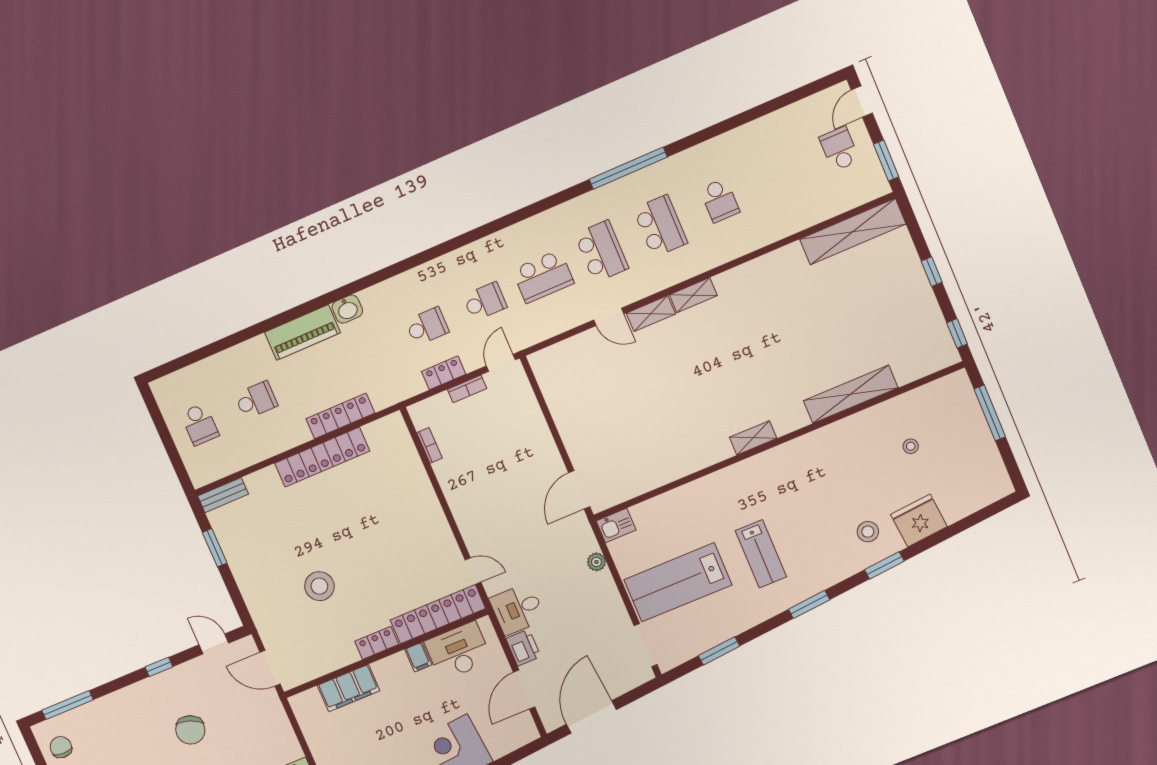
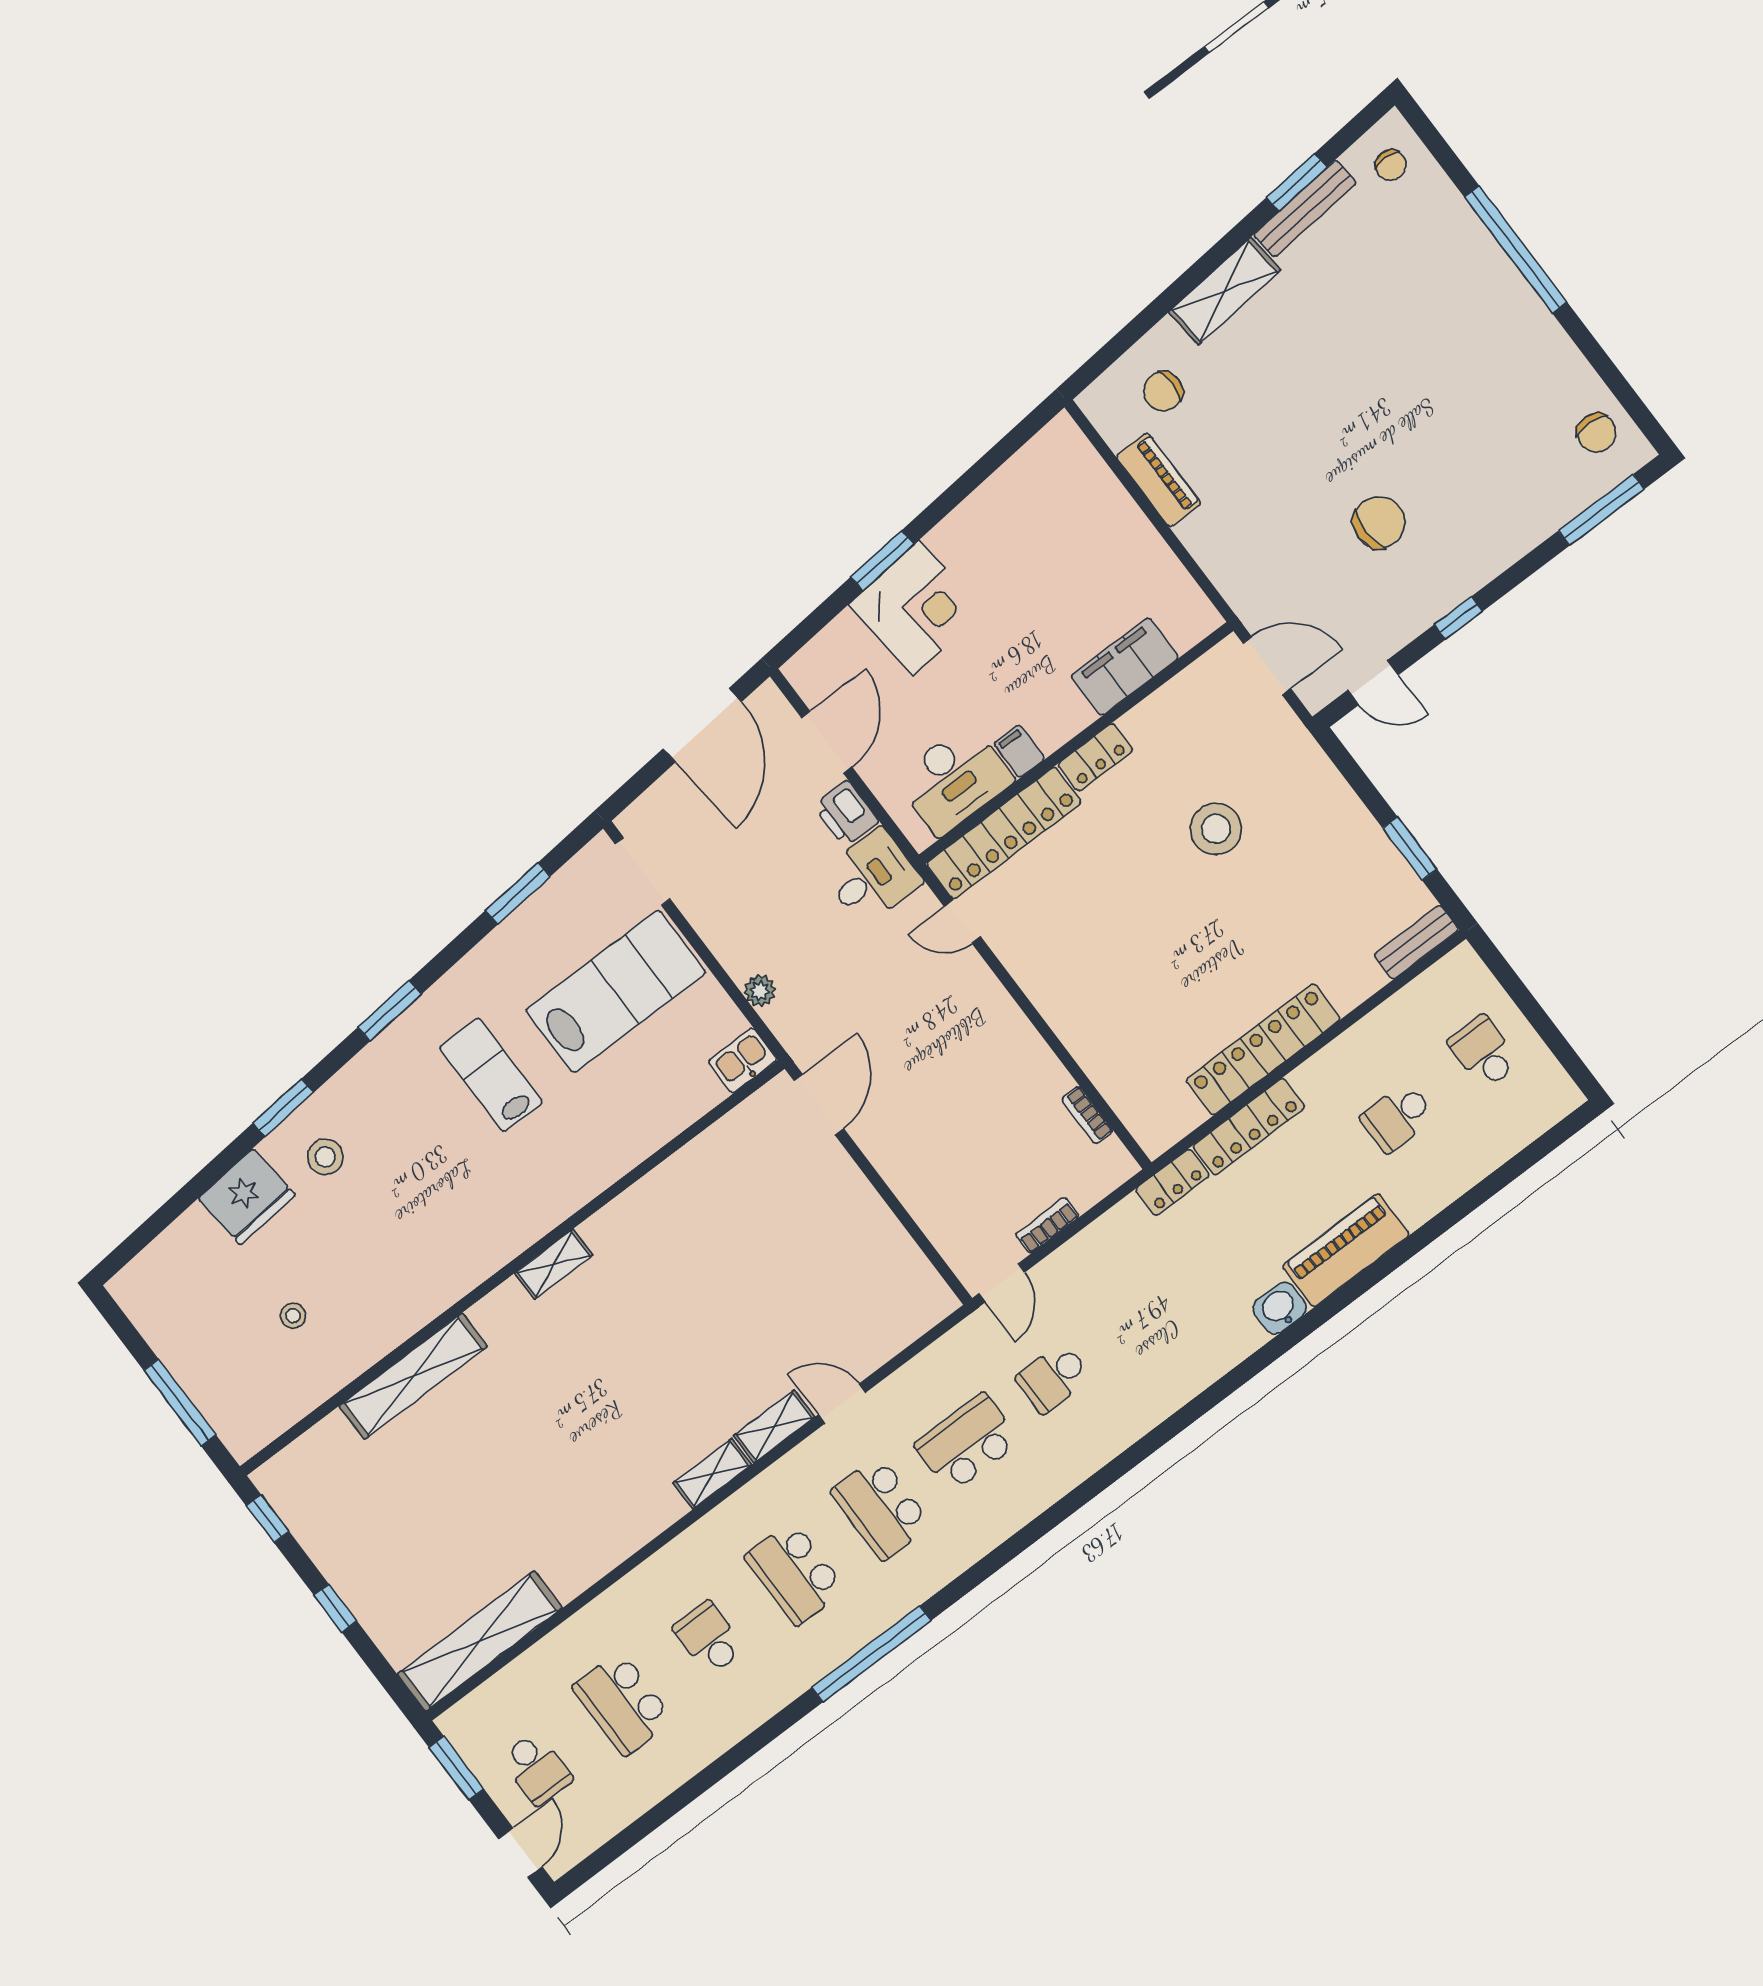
school desk: (427, 326) -> (623, 1703), moved, width x1.85
locker: (444, 373) -> (1173, 1182), moved
chair: (190, 730) -> (1379, 522), turned 70

